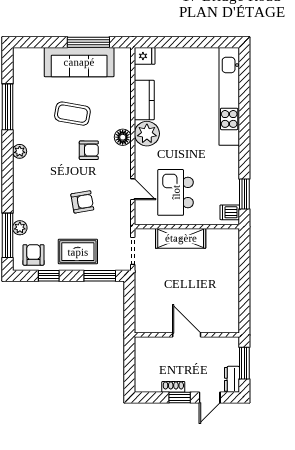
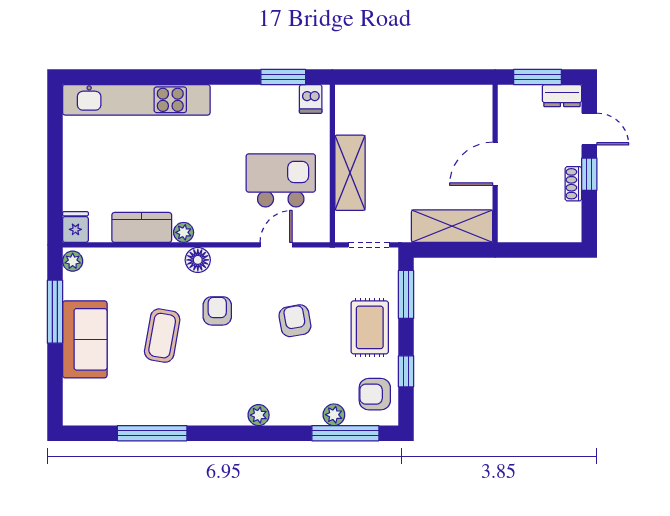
plant: (122, 54) -> (73, 261), added
sofa: (79, 62) -> (85, 339), width x0.73
plant: (147, 134) -> (184, 232), width x0.53, depth x0.53
plant: (20, 151) -> (259, 415), moved
kitchen island: (176, 192) -> (281, 180), turned 180
shelving: (145, 306) -> (452, 226), added

